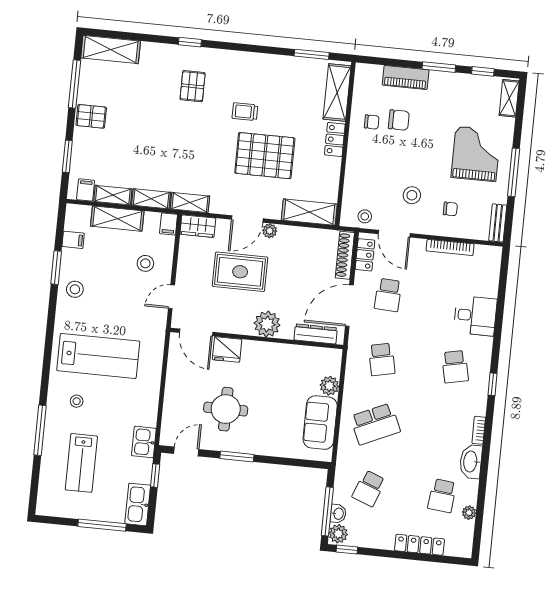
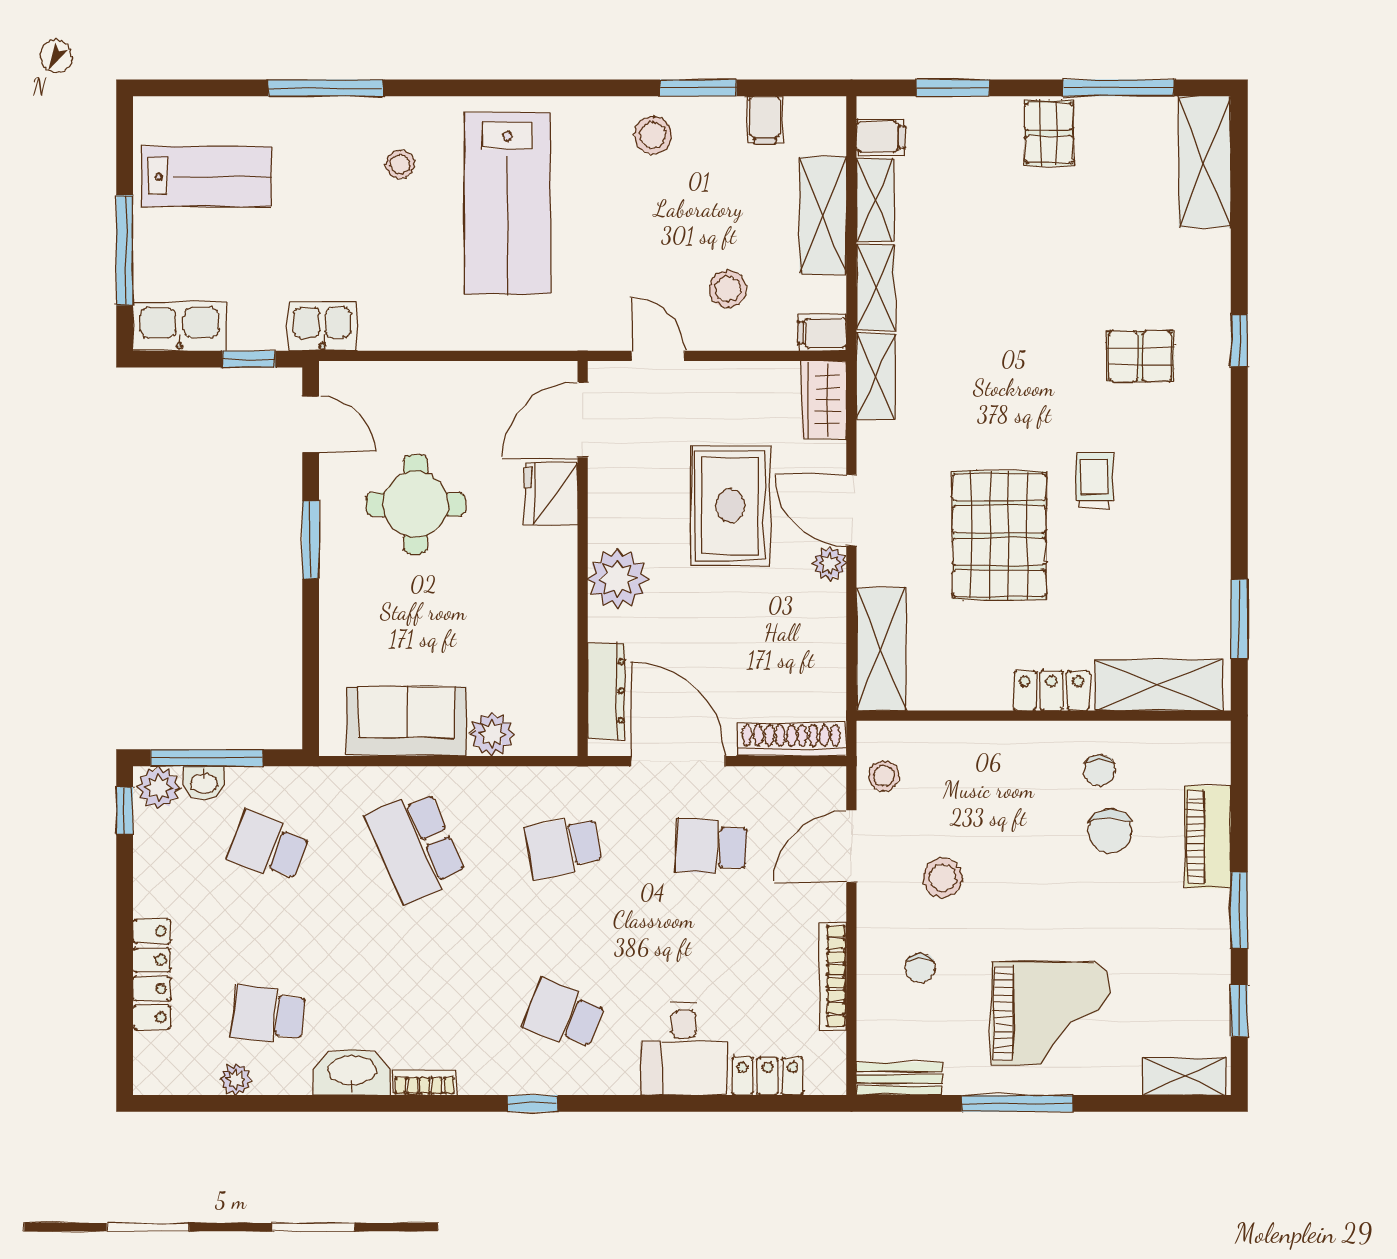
locker: (365, 255) -> (768, 1076), moved, turned 180
school desk: (455, 367) -> (563, 1015), turned 33
lab bench: (81, 463) -> (206, 177), moved, turned 180

